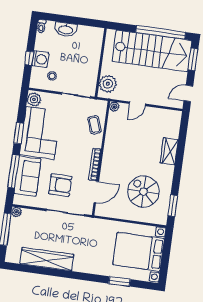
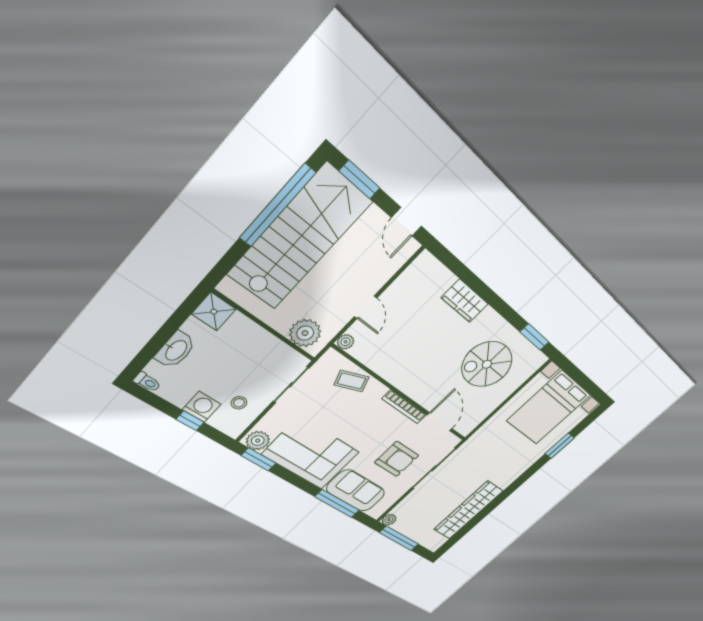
shower: (95, 35) -> (214, 312), added
window: (19, 133) -> (259, 459), moved
armchair: (60, 185) -> (397, 459), turned 90

